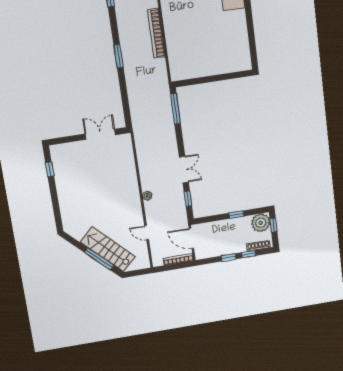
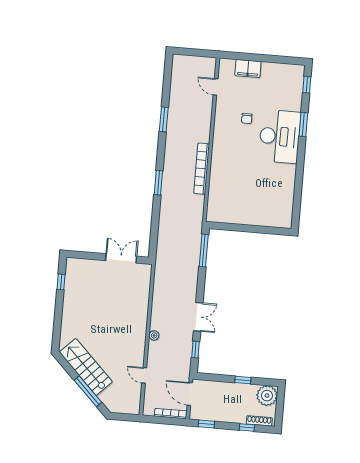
window: (273, 225) -> (280, 402), removed
stairs: (108, 249) -> (86, 367), moved
window: (228, 257) -> (206, 424), moved

